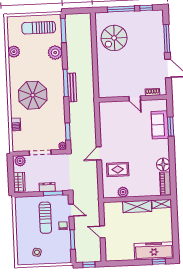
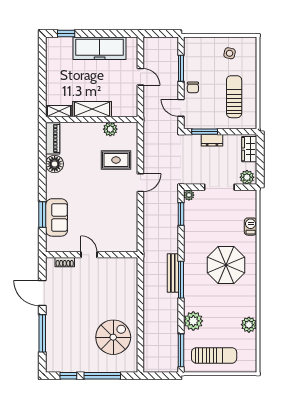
sun lounger: (45, 218) -> (234, 97), moved
freezer: (154, 251) -> (100, 48), moved
window: (89, 265) -> (160, 34), removed

